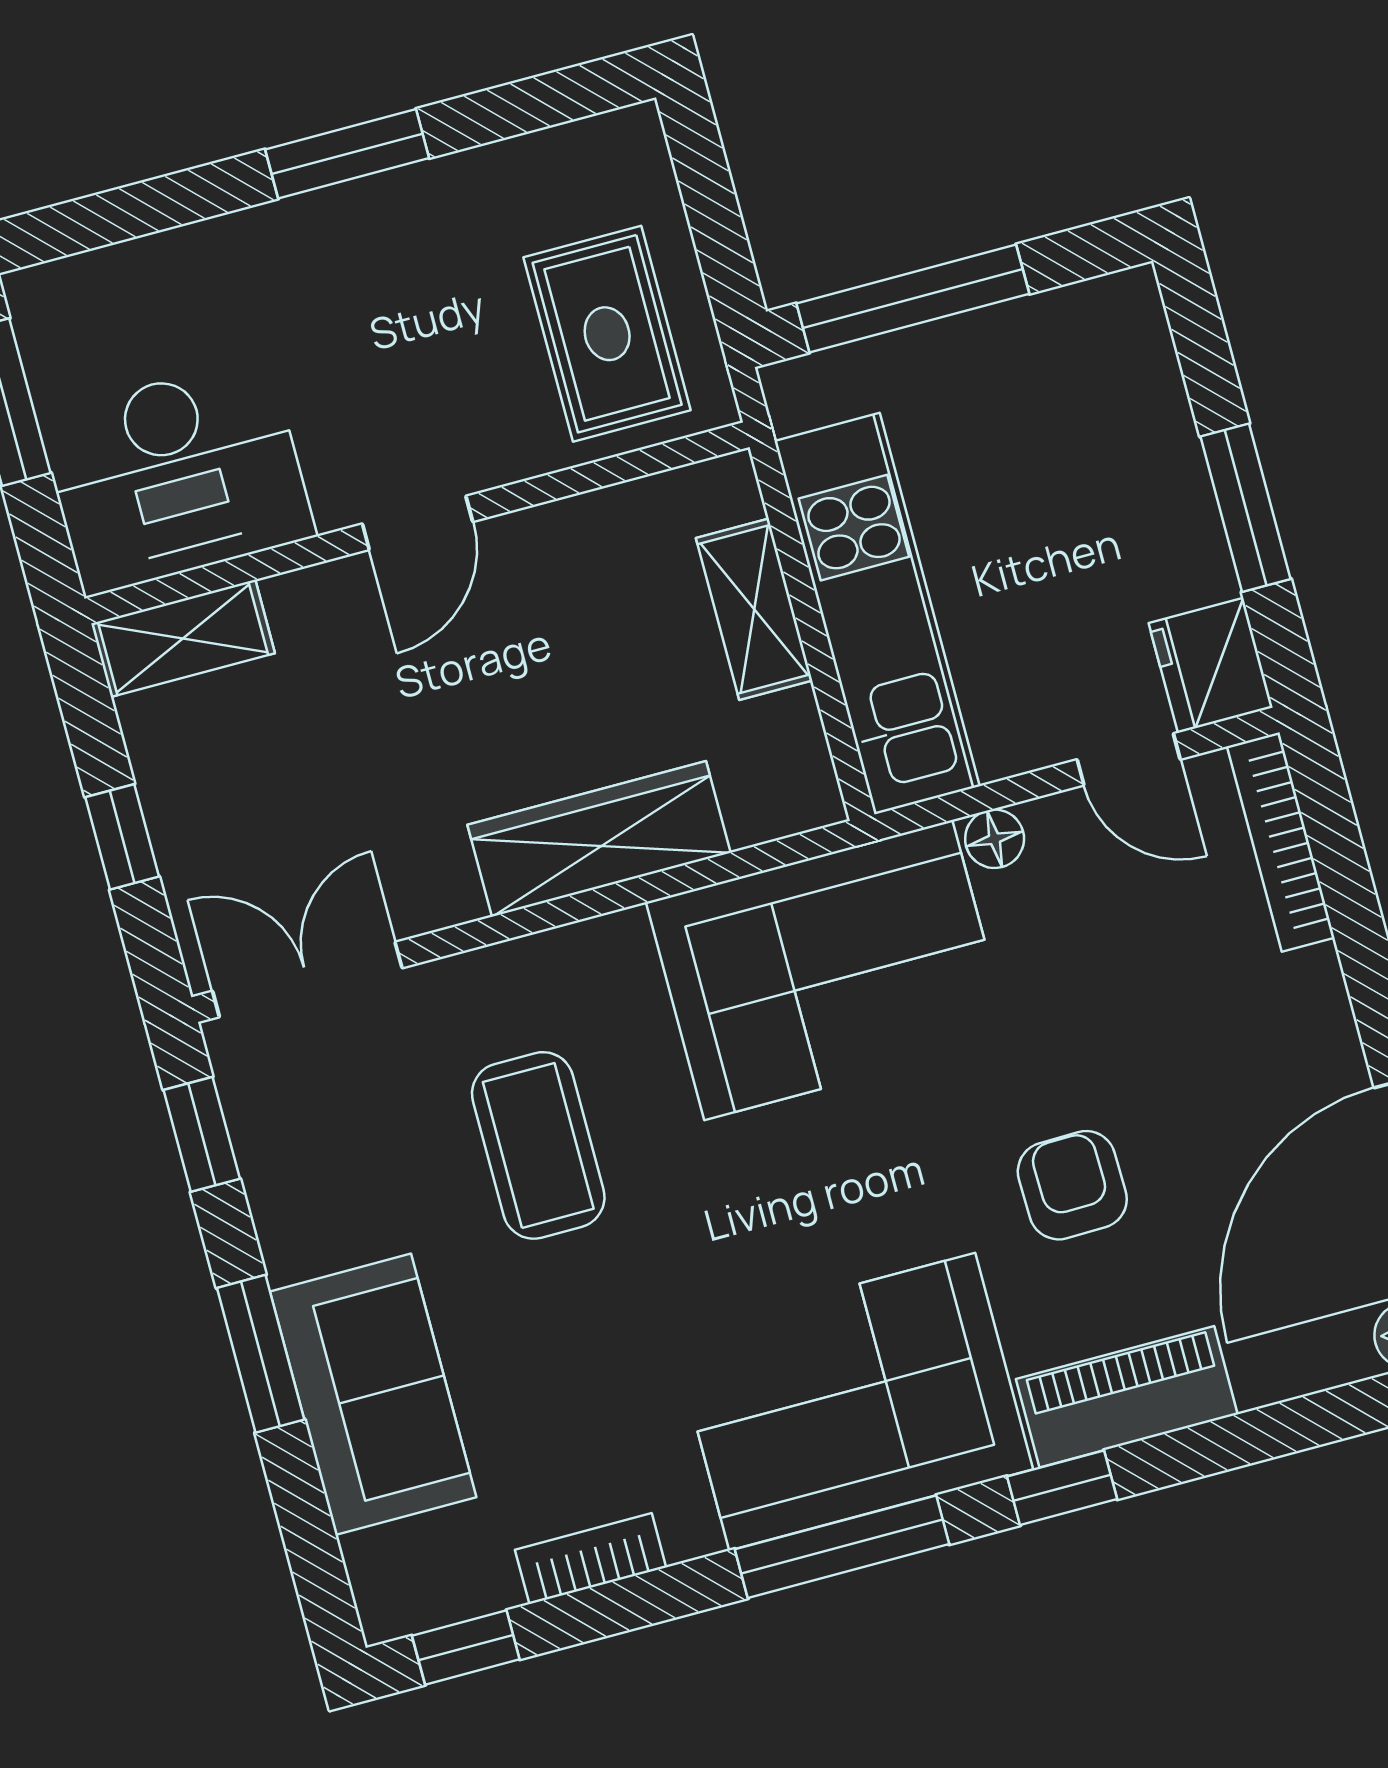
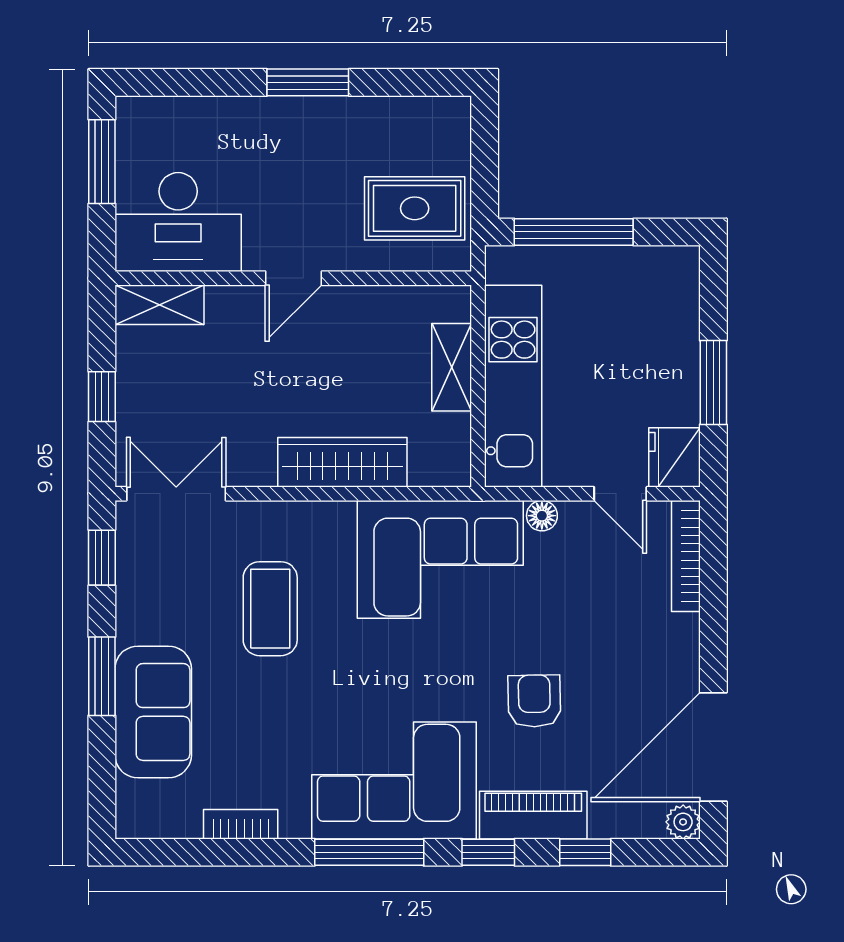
rug: (607, 334) -> (415, 208), turned 90
window: (466, 1647) -> (585, 852), moved

